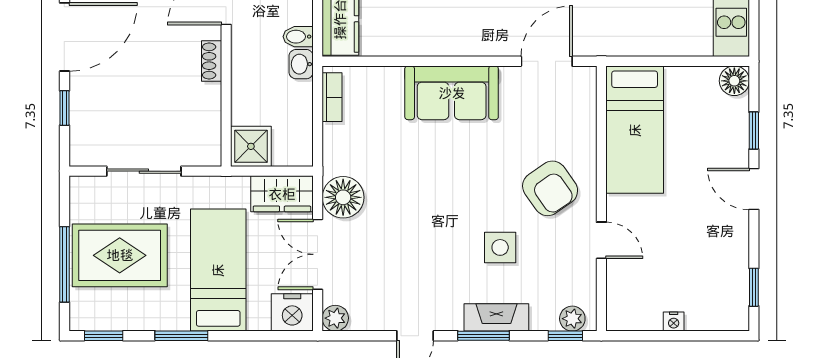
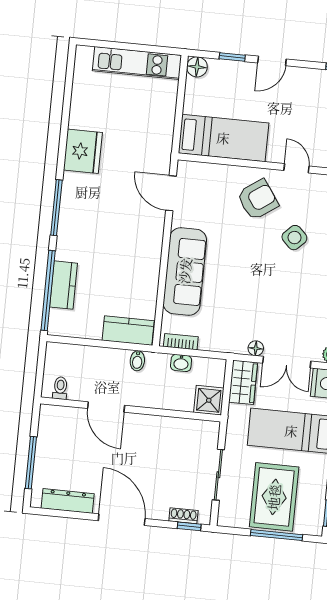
shoe rack: (212, 61) -> (183, 516), moved, turned 180
washbasin: (301, 64) -> (181, 363), moved
sofa: (452, 93) -> (185, 271), width x1.36
window: (64, 108) -> (189, 526), moved
floor lamp: (343, 197) -> (256, 348), width x0.53, depth x0.53
door: (601, 240) -> (297, 168), hinge flipped
side table: (500, 247) -> (294, 238), turned 45

